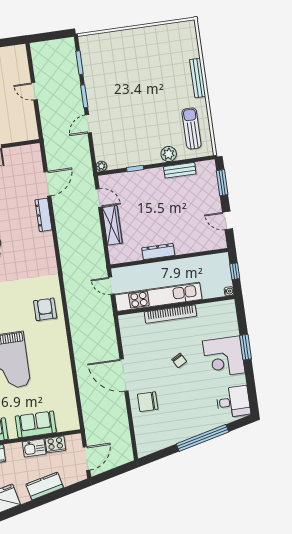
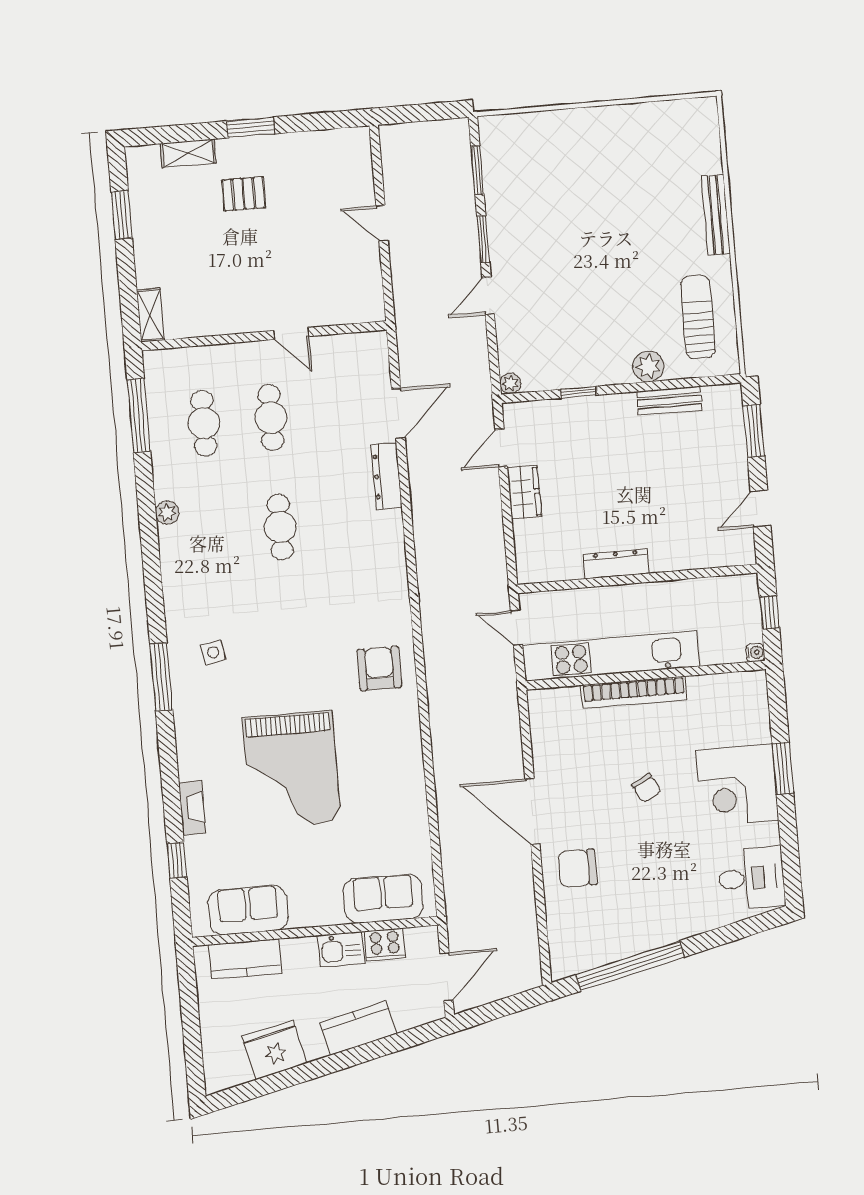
door: (99, 198) -> (501, 448), swing flipped
door: (227, 221) -> (760, 509), hinge flipped
wardrobe: (112, 225) -> (524, 492), width x0.67
sofa: (36, 424) -> (383, 899), moved
window: (203, 438) -> (630, 966), moved

